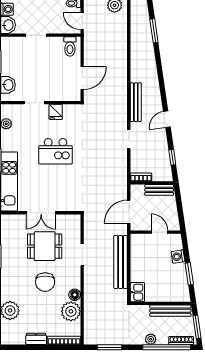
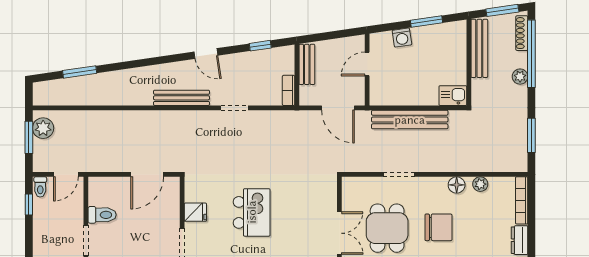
toilet: (70, 47) -> (102, 215), moved
door: (82, 78) -> (147, 174), swing flipped
plant: (71, 311) -> (480, 184), width x0.53, depth x0.53

